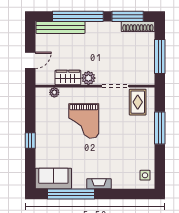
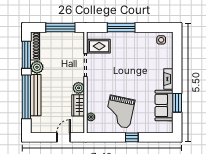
bench: (60, 28) -> (36, 95), moved
plant: (113, 29) -> (37, 67), added
door: (30, 60) -> (64, 137), hinge flipped
grand piano: (84, 121) -> (120, 112), moved, turned 102
sofa: (53, 178) -> (164, 105), moved
window: (71, 194) -> (177, 103), width x0.47

